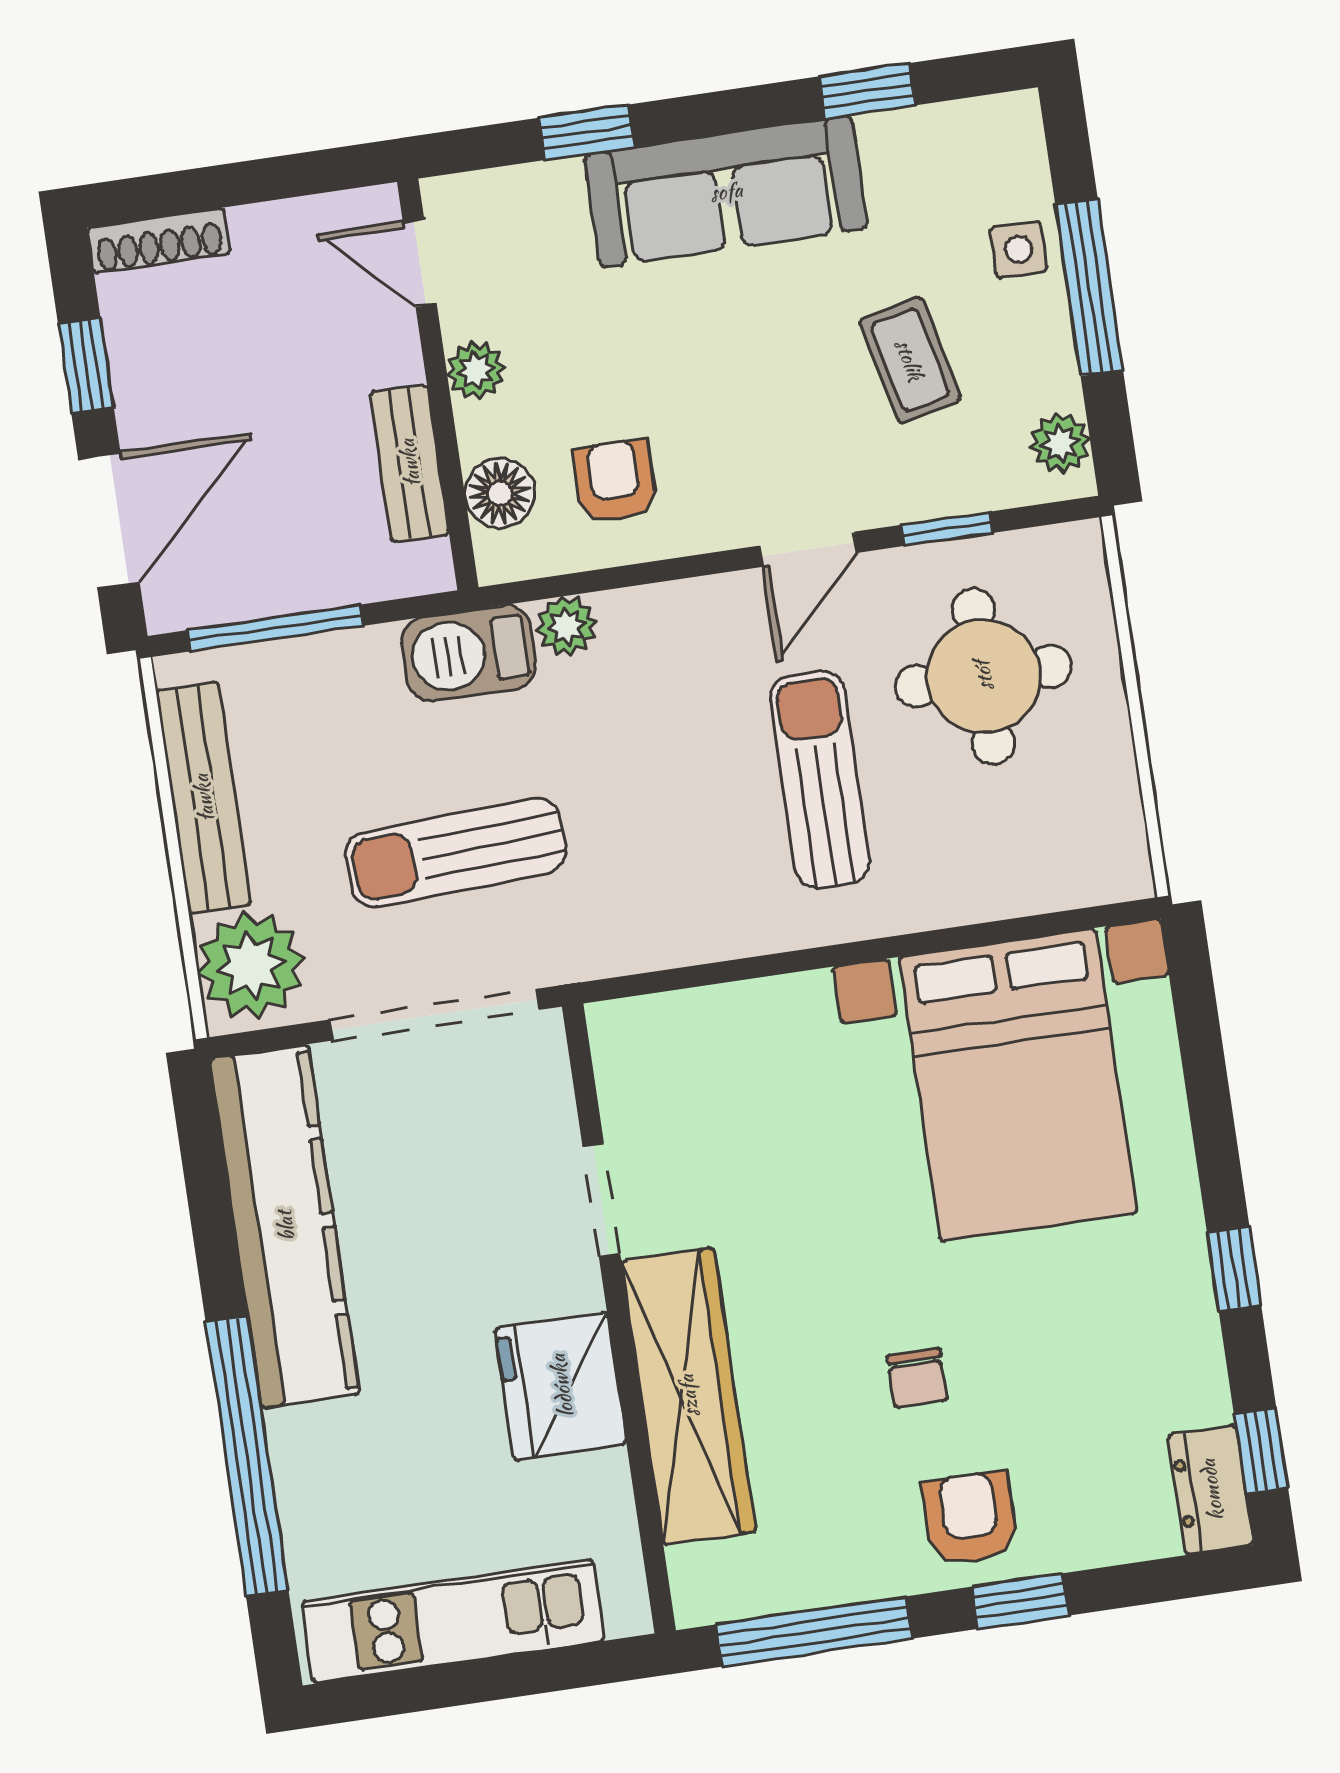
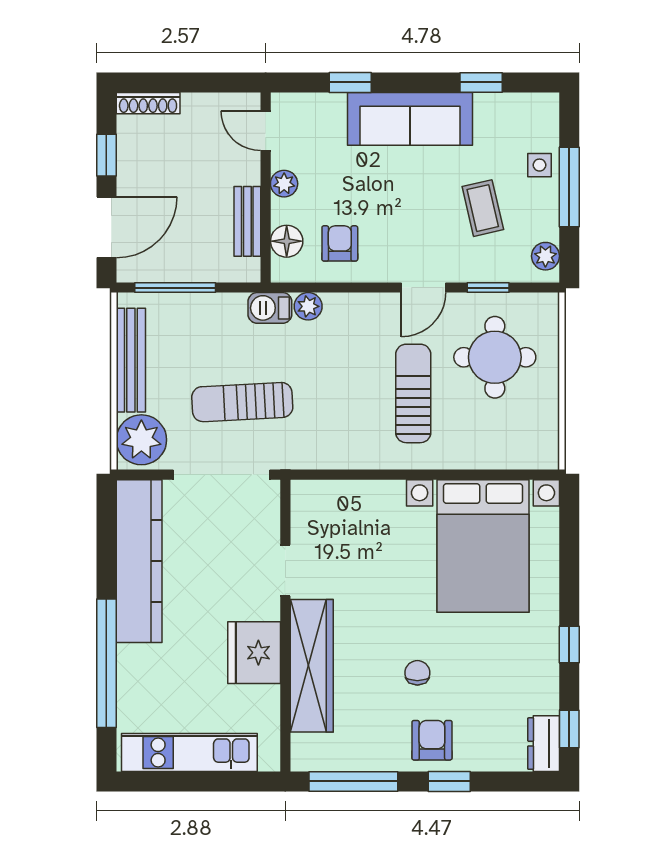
barbecue: (469, 653) -> (270, 308), width x0.73, depth x0.79
chair: (917, 1378) -> (417, 673), turned 180

